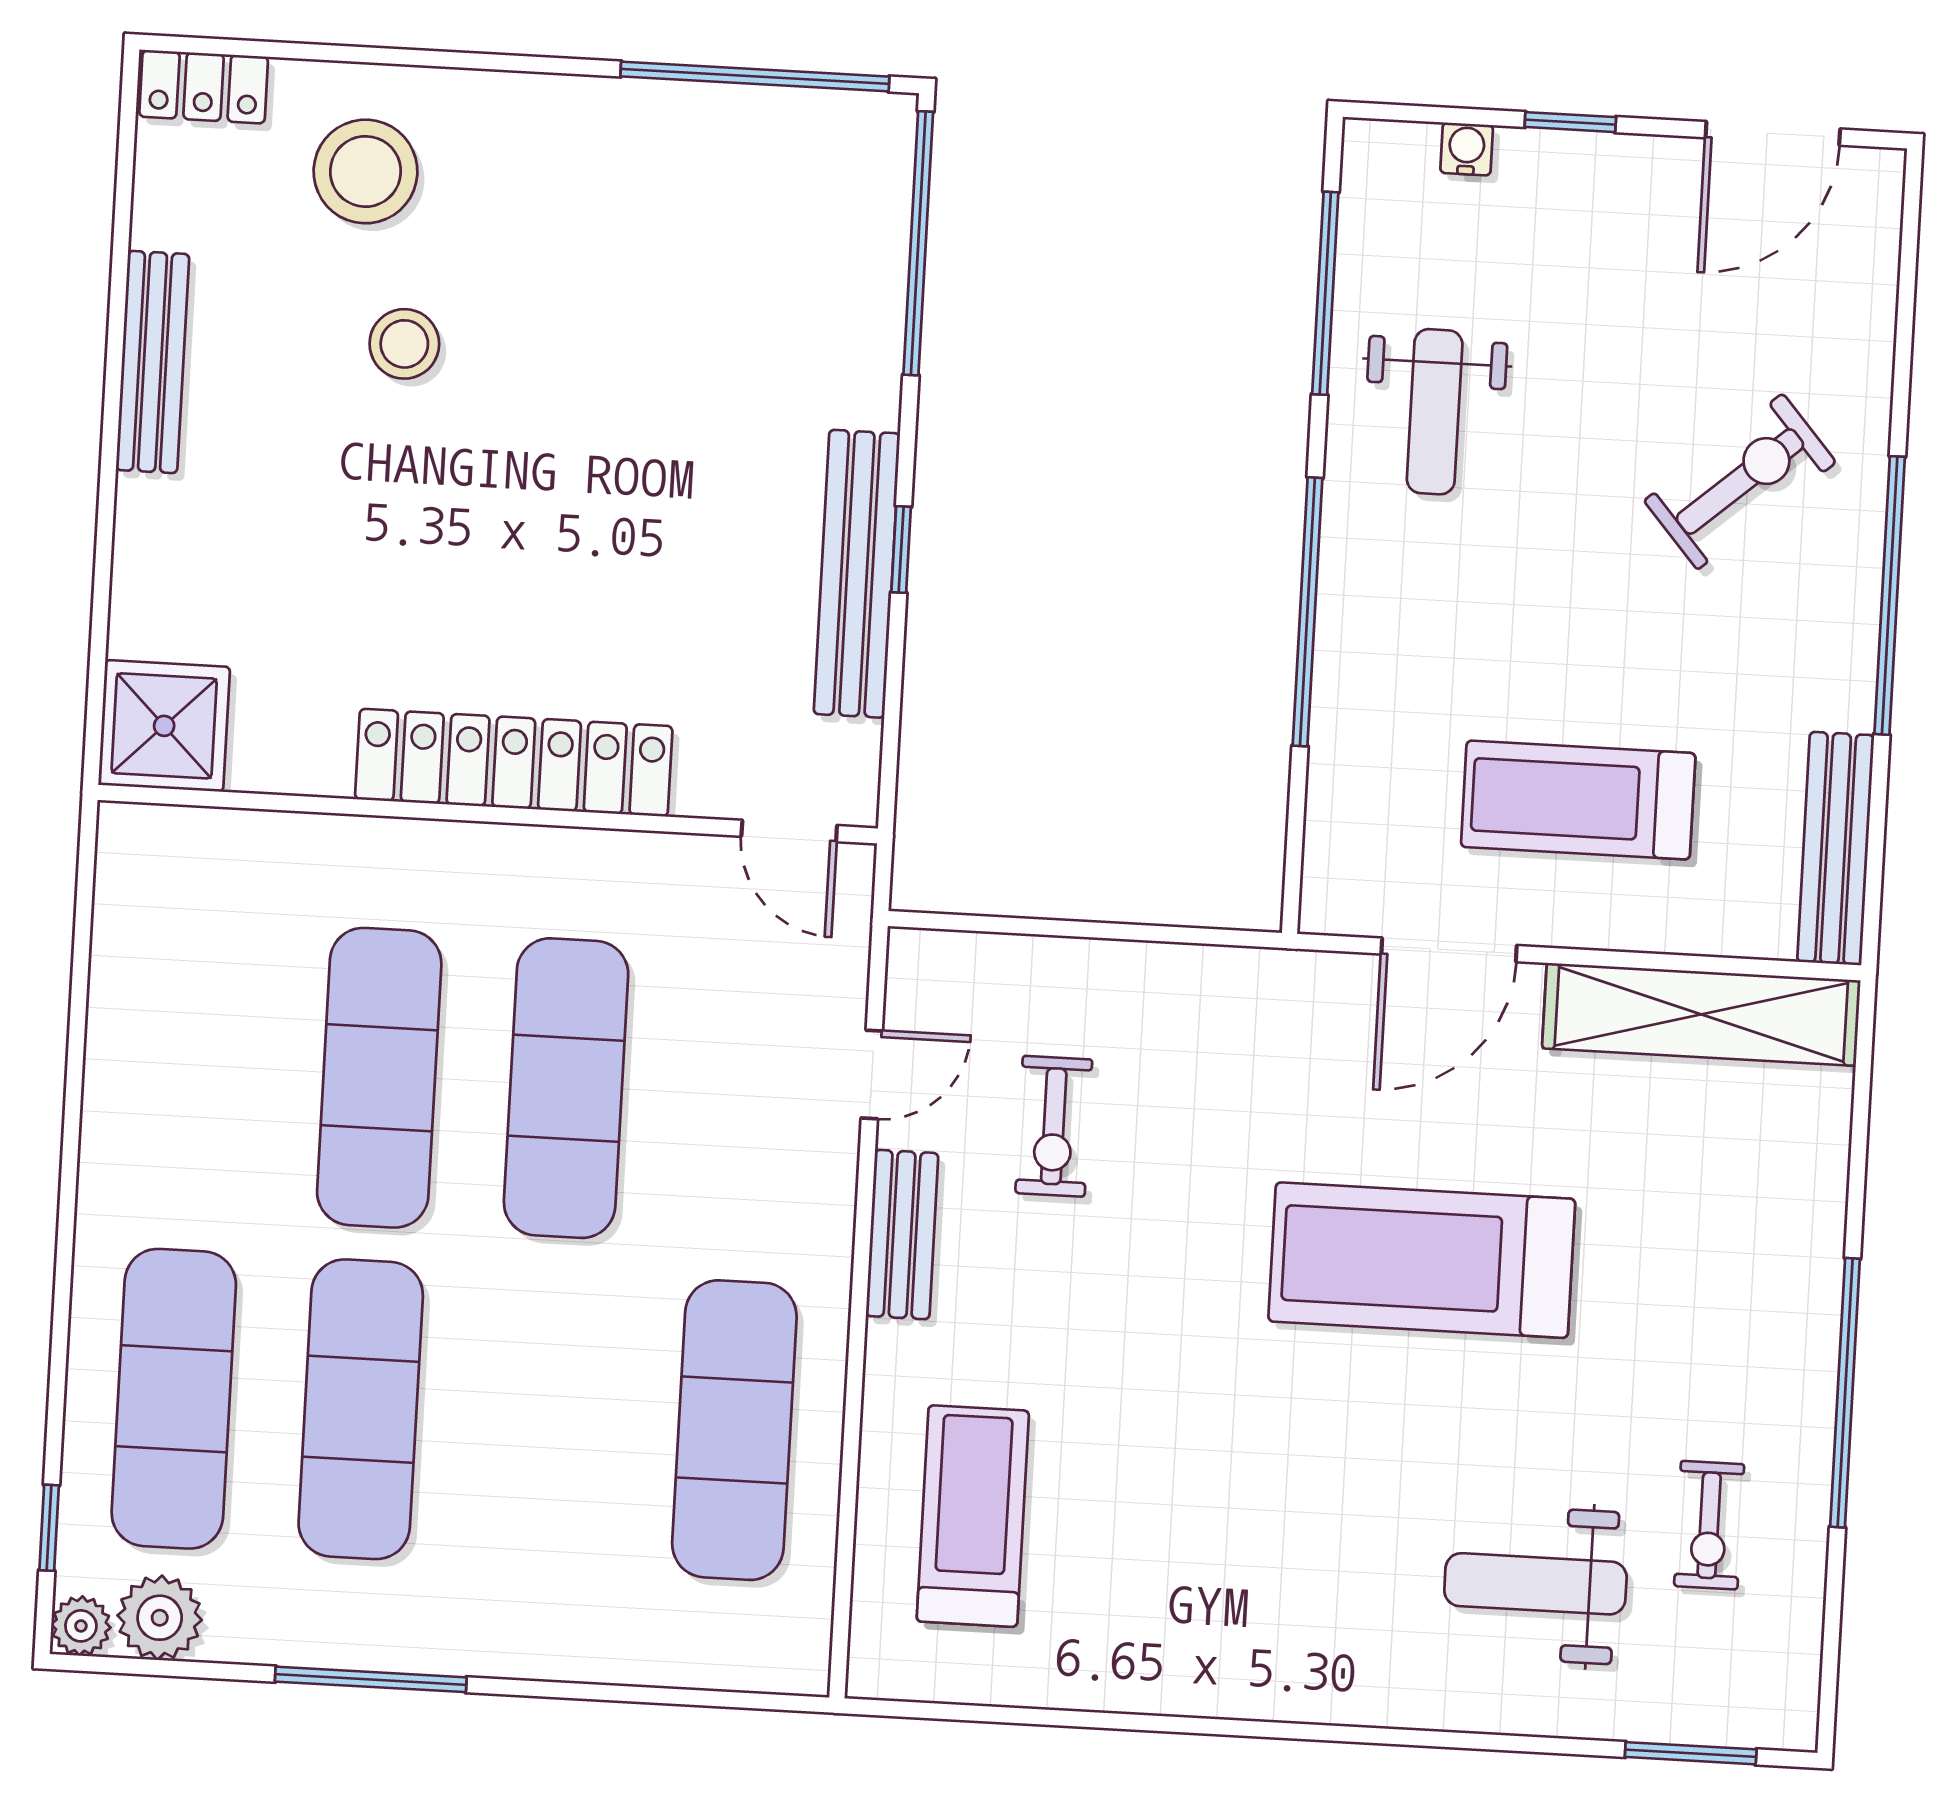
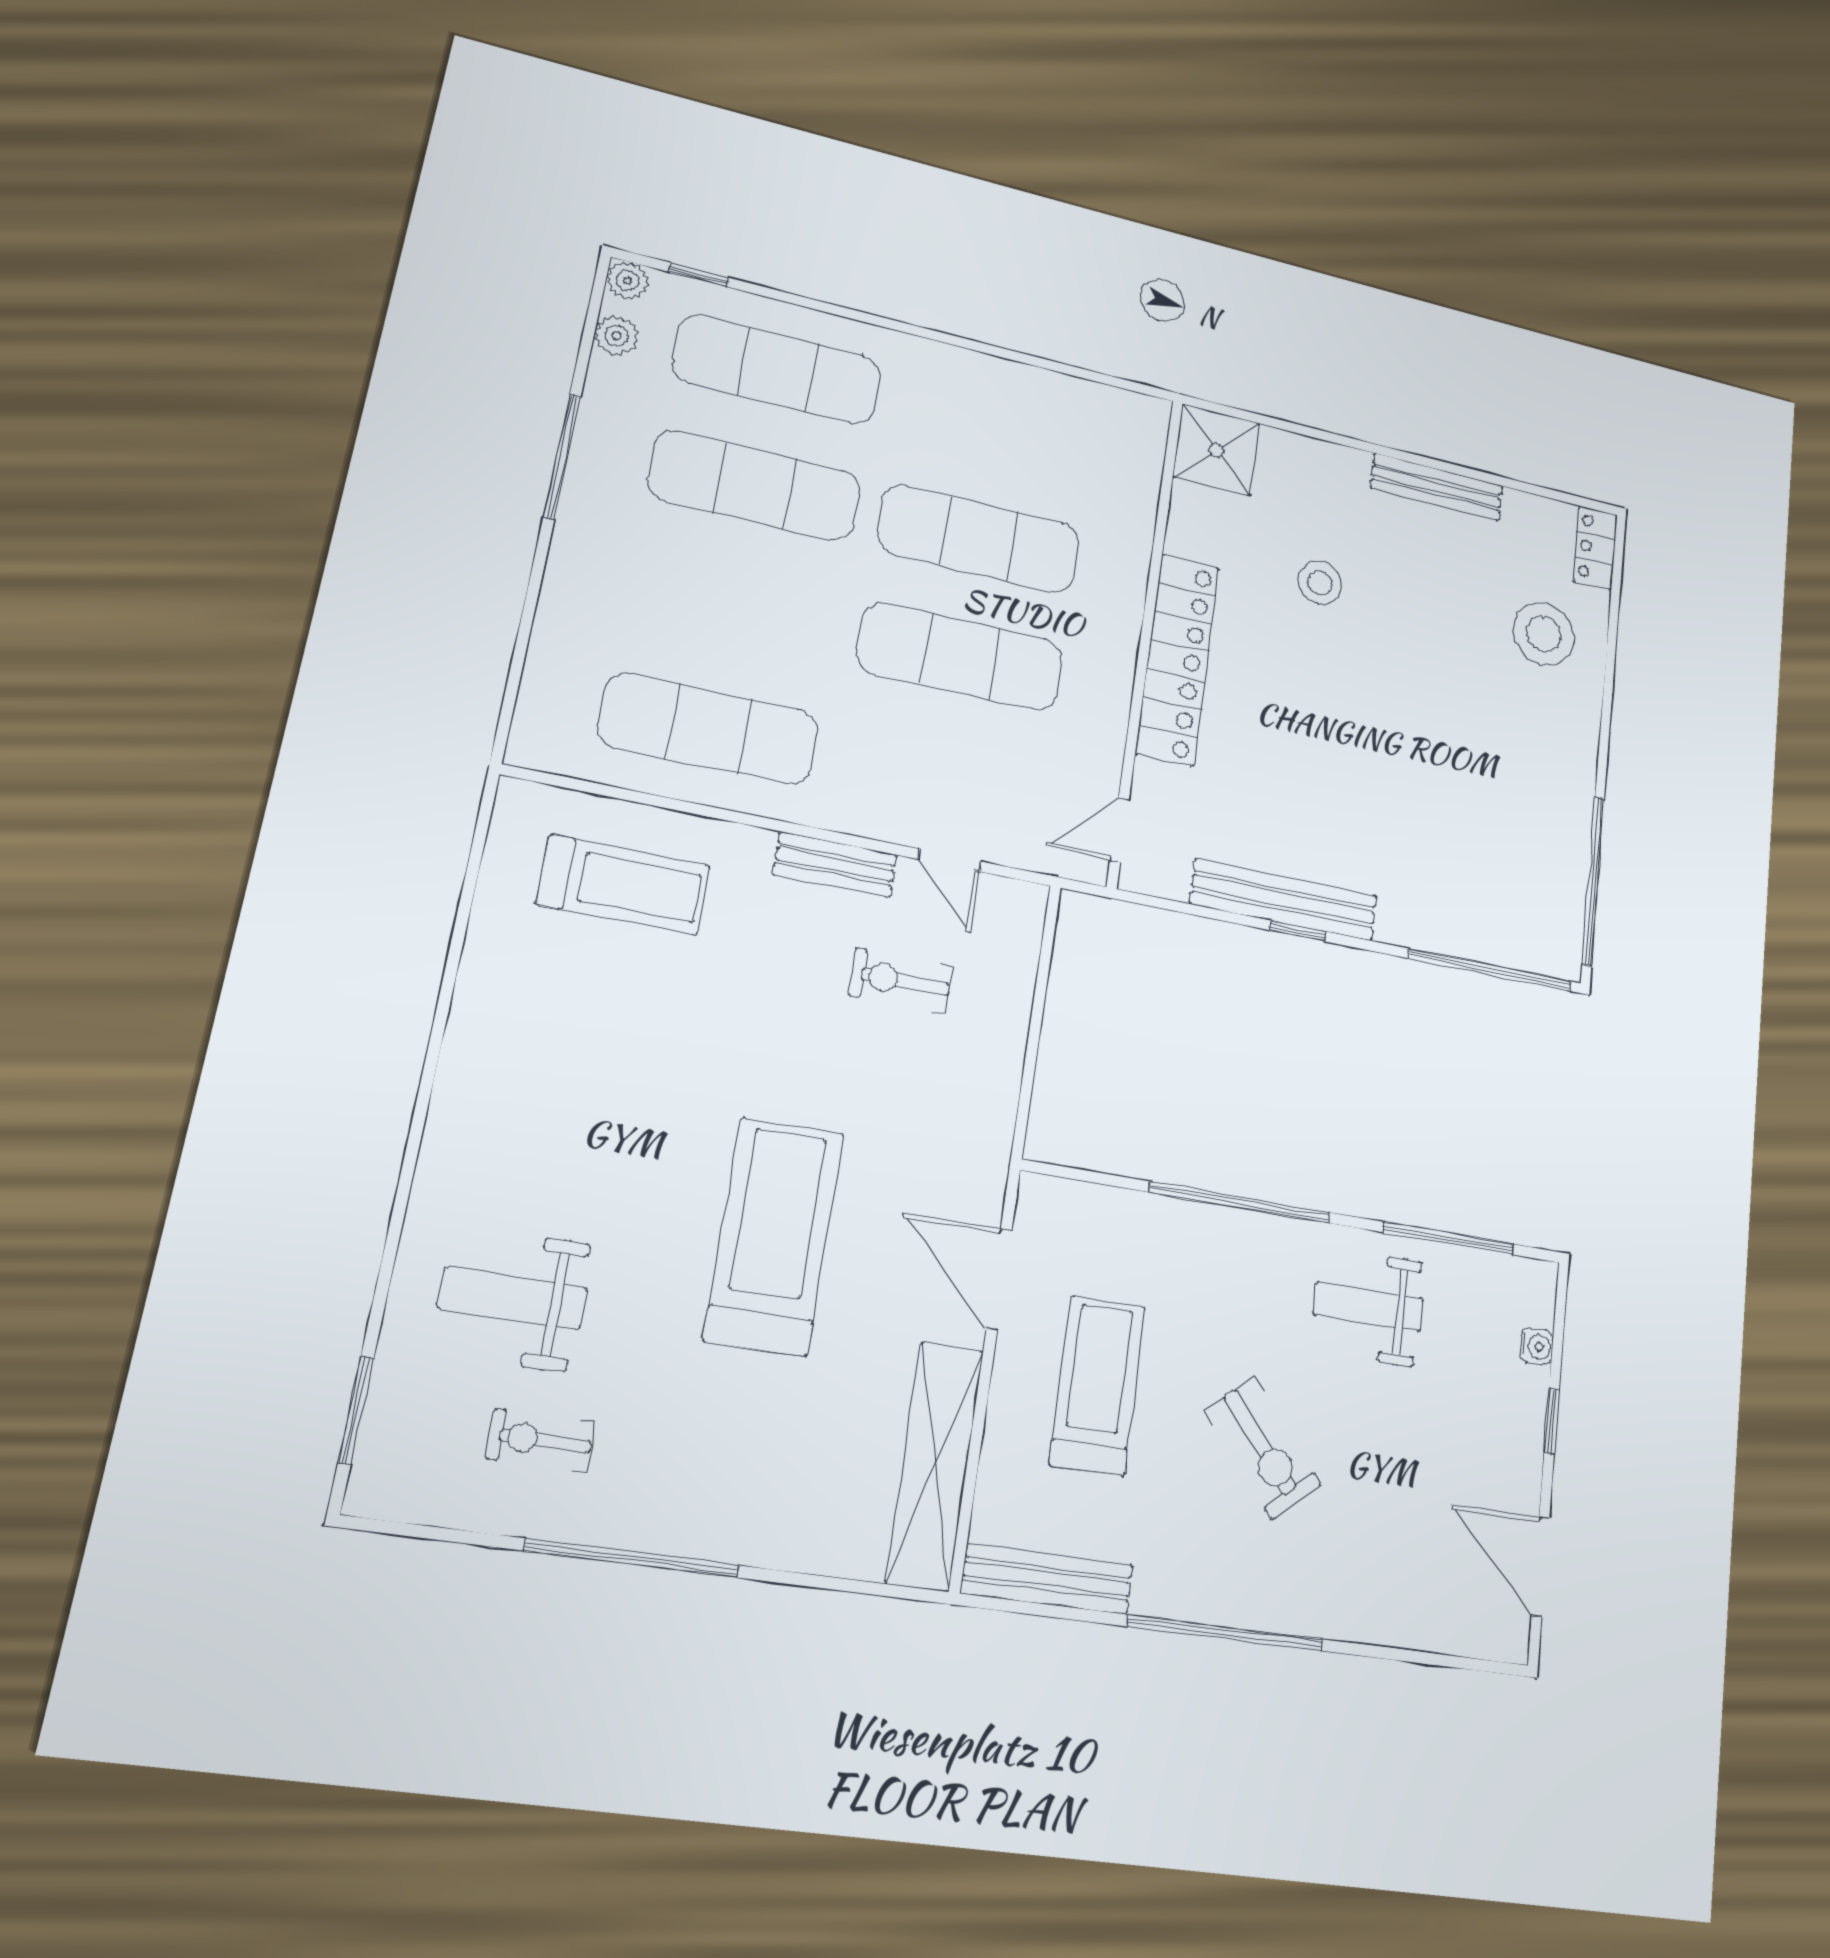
stool: (404, 344) -> (1320, 583), moved
exercise bike: (1740, 482) -> (1263, 1448), moved
weight bench: (1535, 1584) -> (513, 1298), turned -90
plant: (160, 1618) -> (617, 336), width x0.73, depth x0.73

